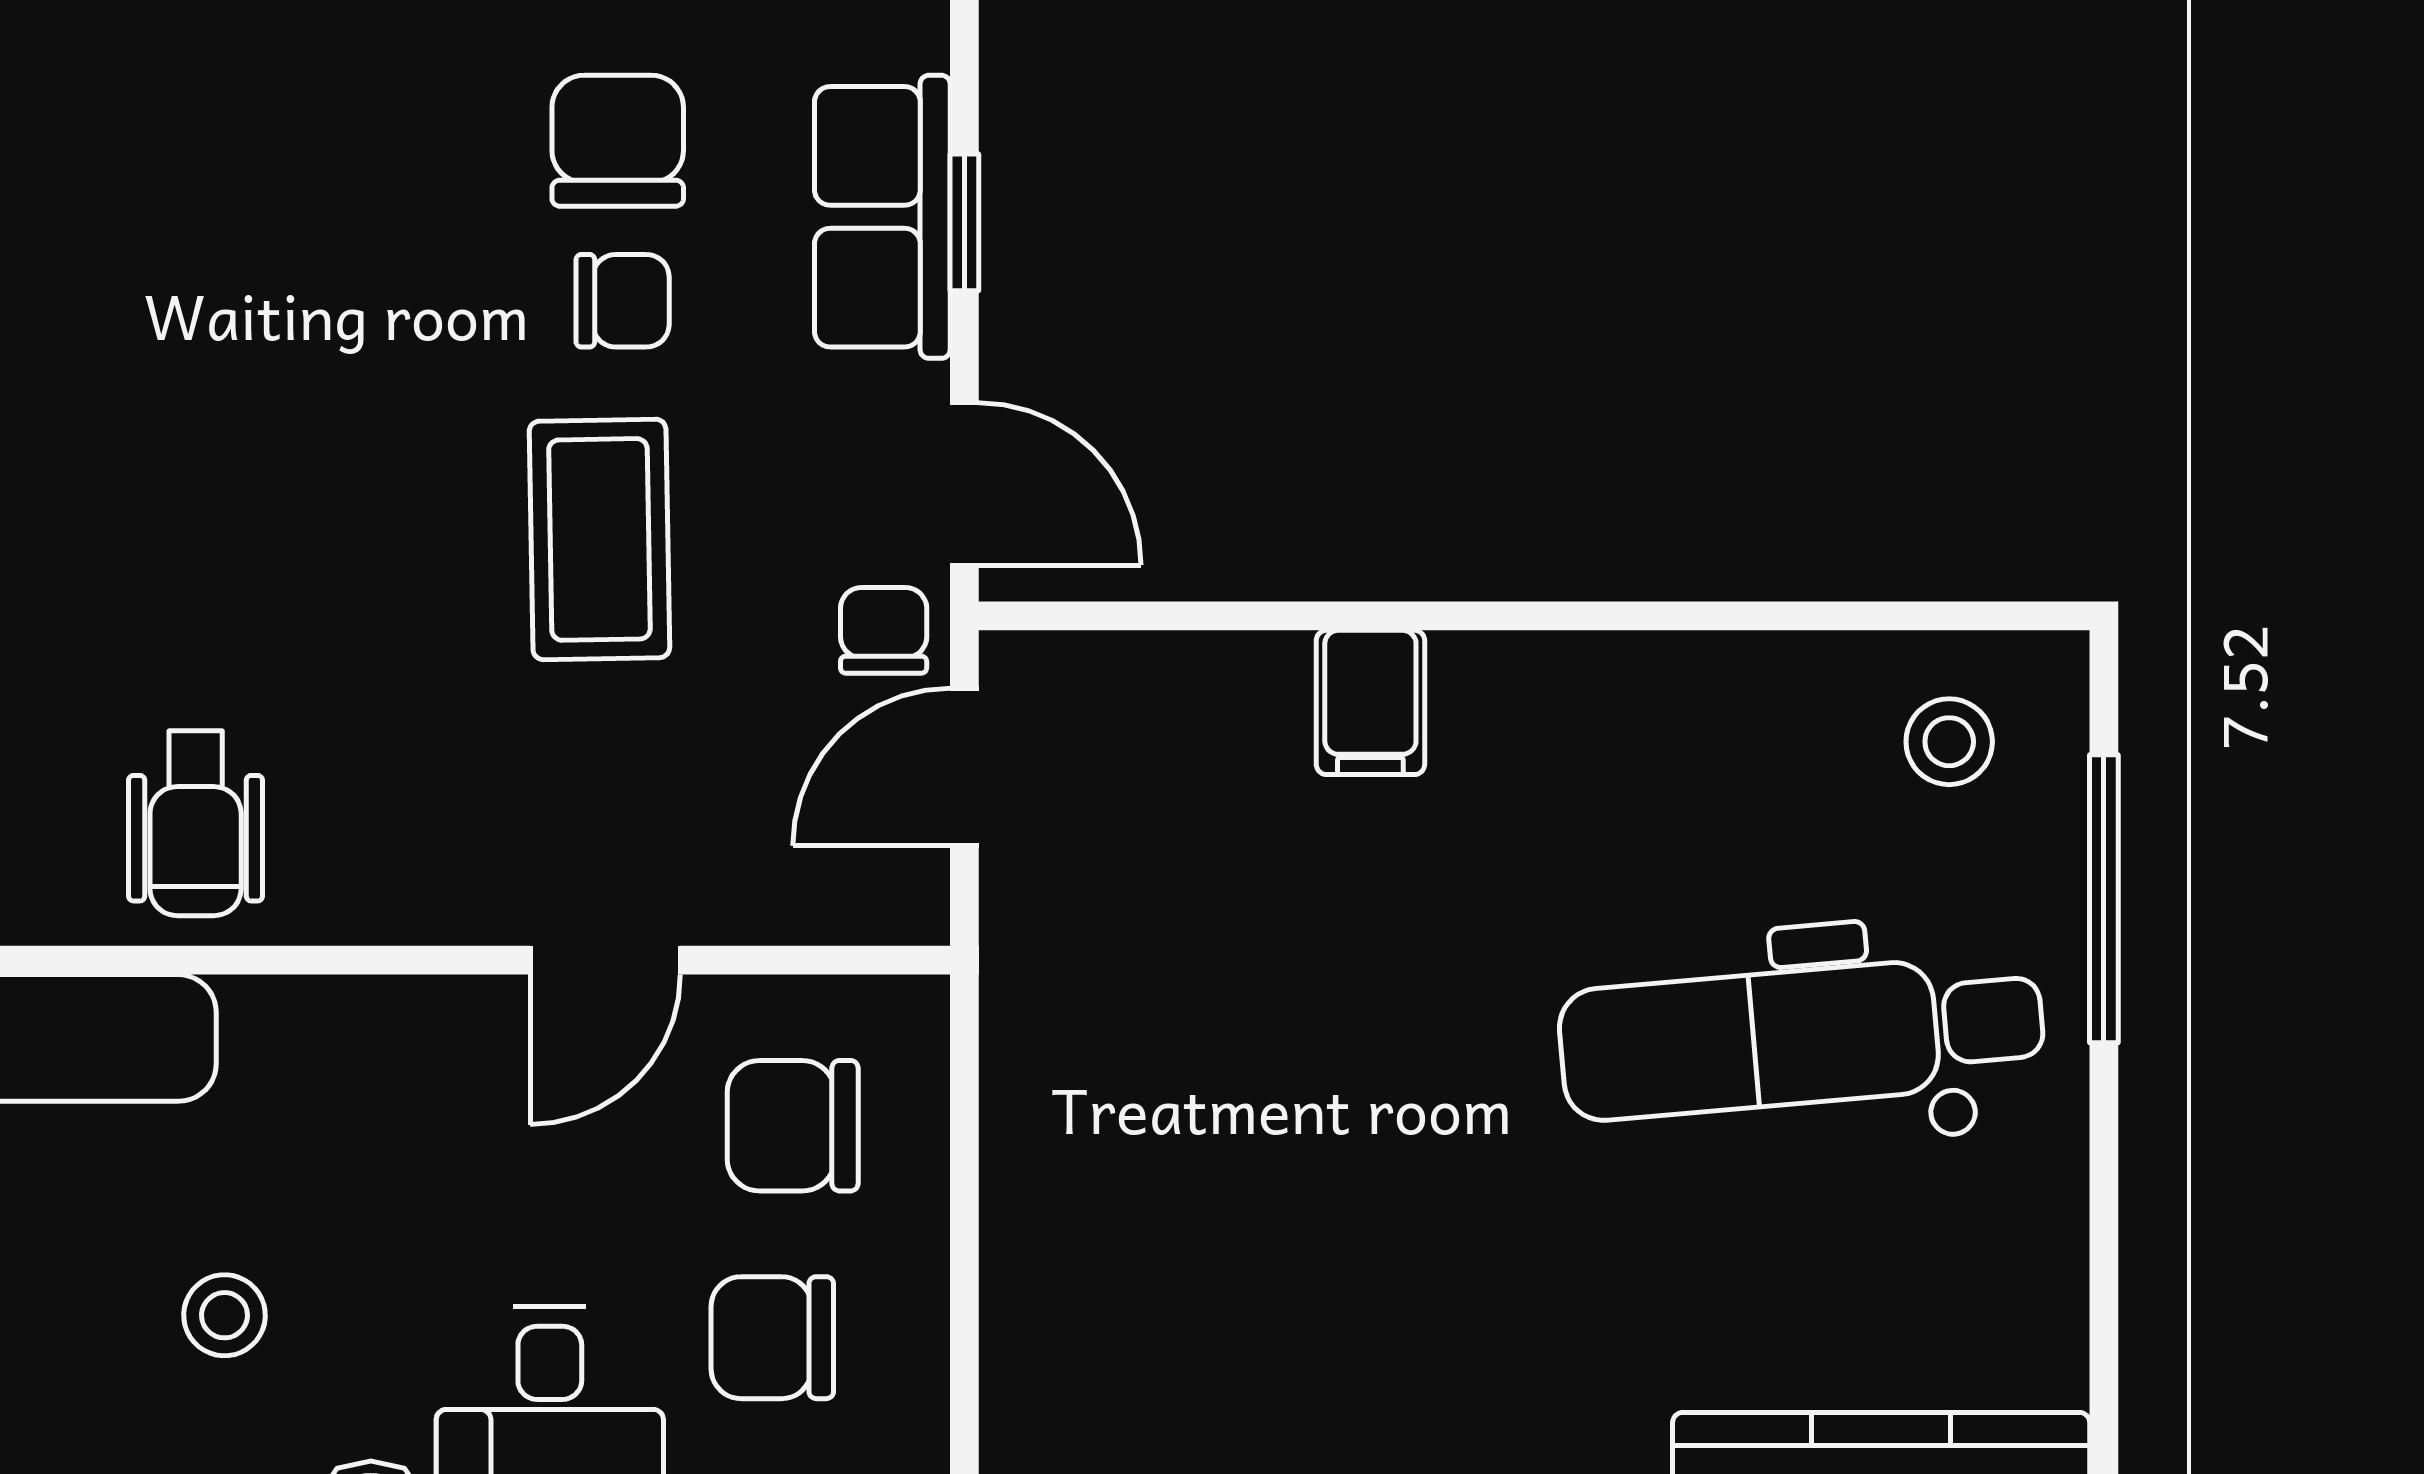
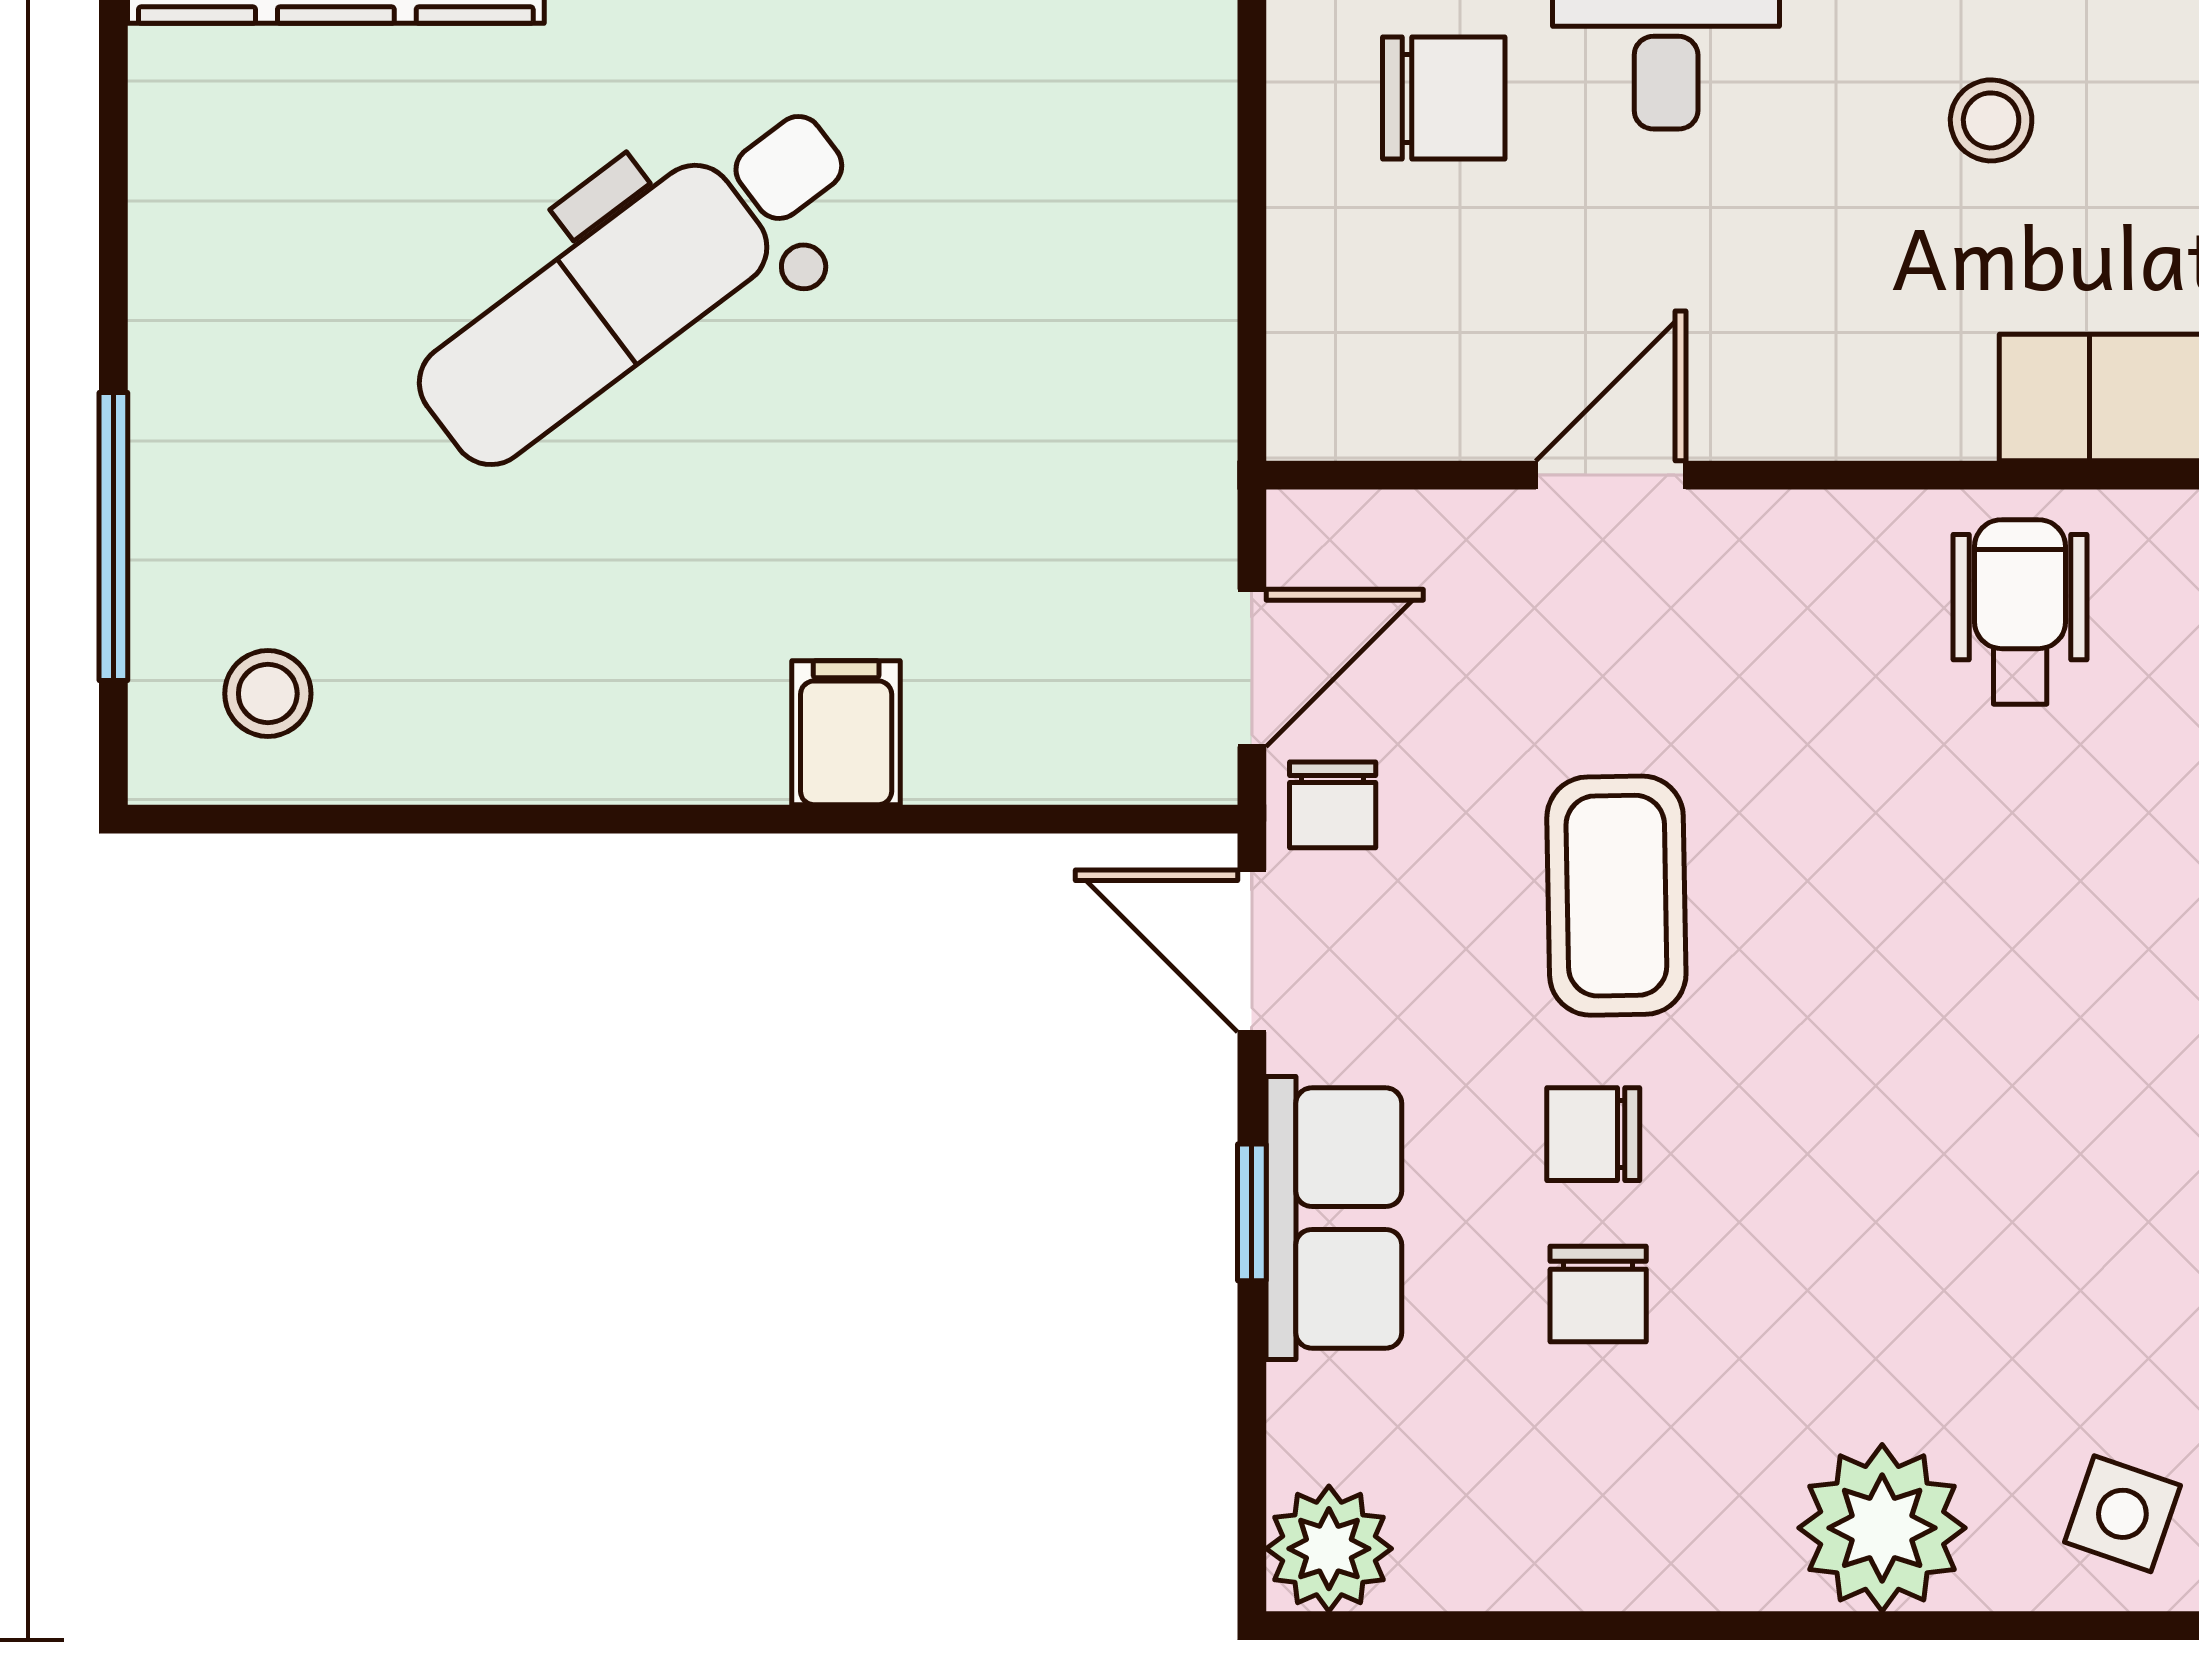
chair: (618, 141) -> (1598, 1294), width x0.73, depth x0.73
dental chair: (1802, 1037) -> (635, 283), moved, turned 148
chair: (793, 1126) -> (1423, 310), removed

